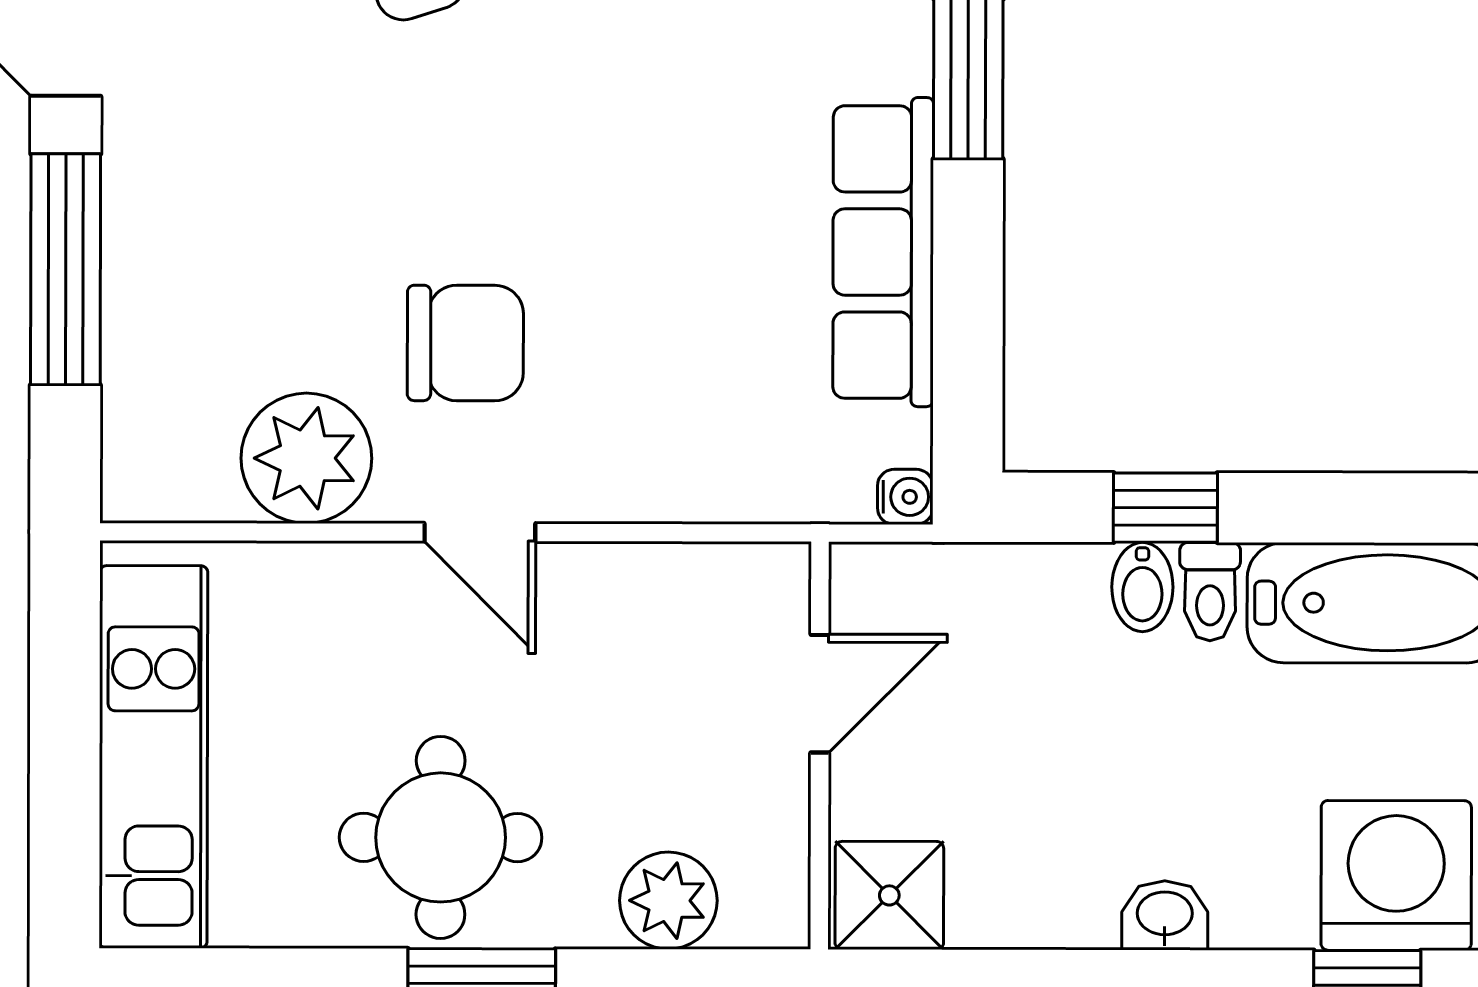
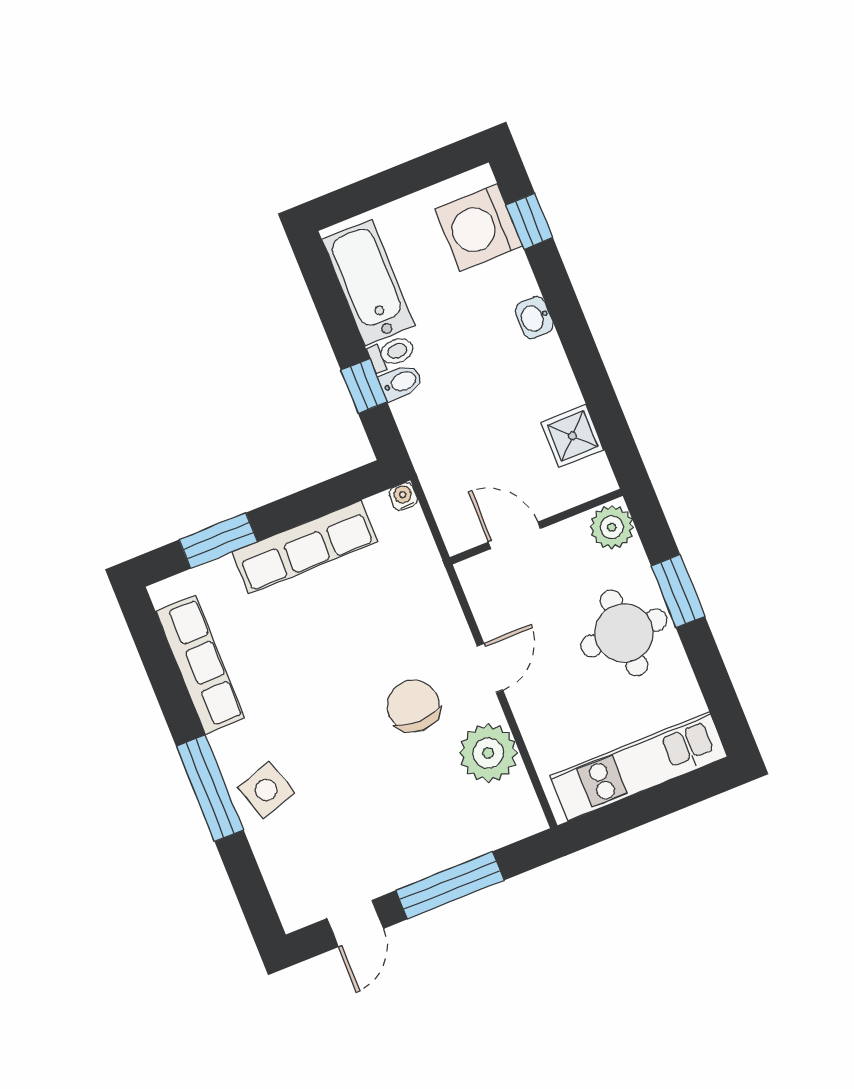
door: (820, 694) -> (515, 535), moved
wall: (820, 746) -> (536, 526), moved

